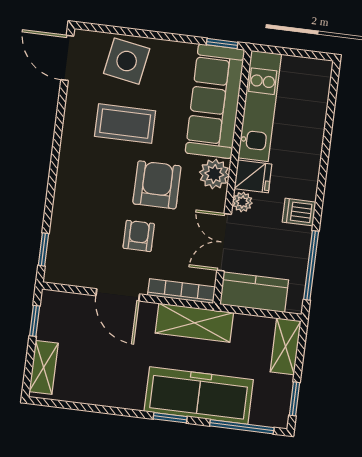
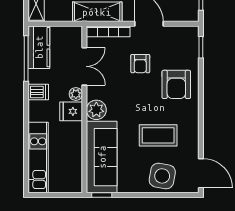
kitchen unit: (260, 106) -> (38, 158), moved, turned 180
armchair: (157, 185) -> (176, 84), moved
kitchen counter: (254, 292) -> (39, 47), moved, turned -90

